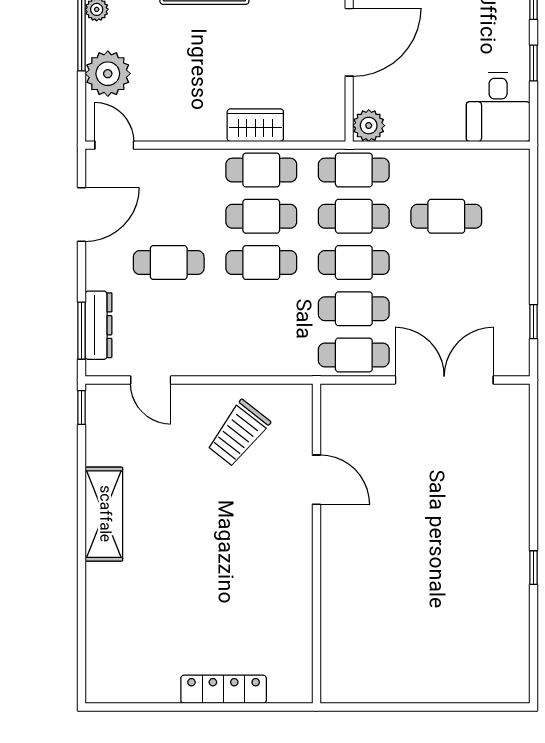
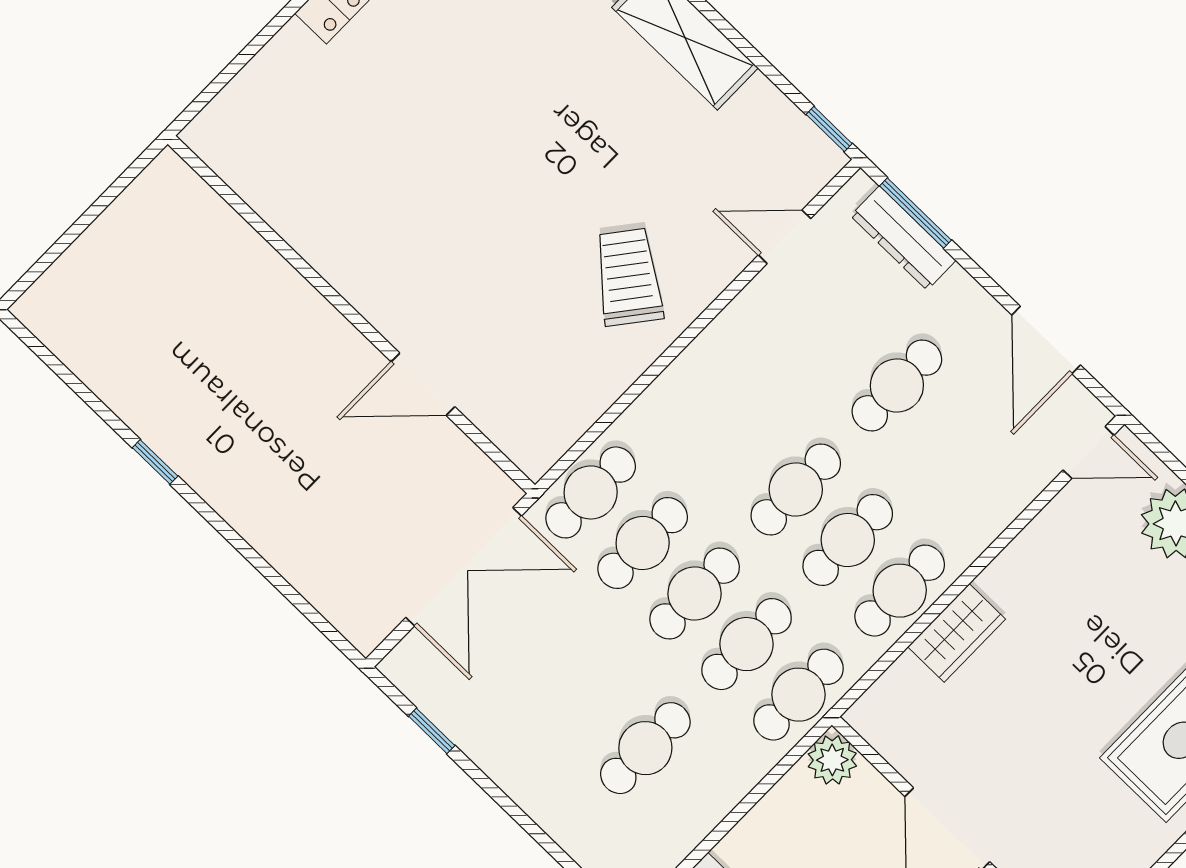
door: (316, 480) -> (423, 384), moved
wall: (316, 543) -> (351, 315), moved

